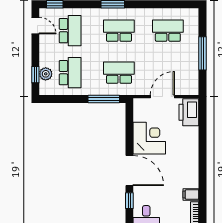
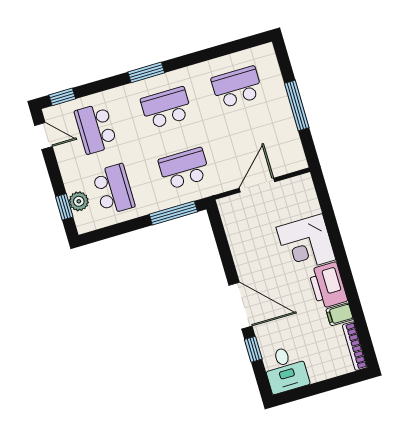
school desk: (70, 31) -> (96, 128), turned 180
printer: (189, 112) -> (328, 285), moved
corner desk: (149, 138) -> (306, 243), moved, turned 180

